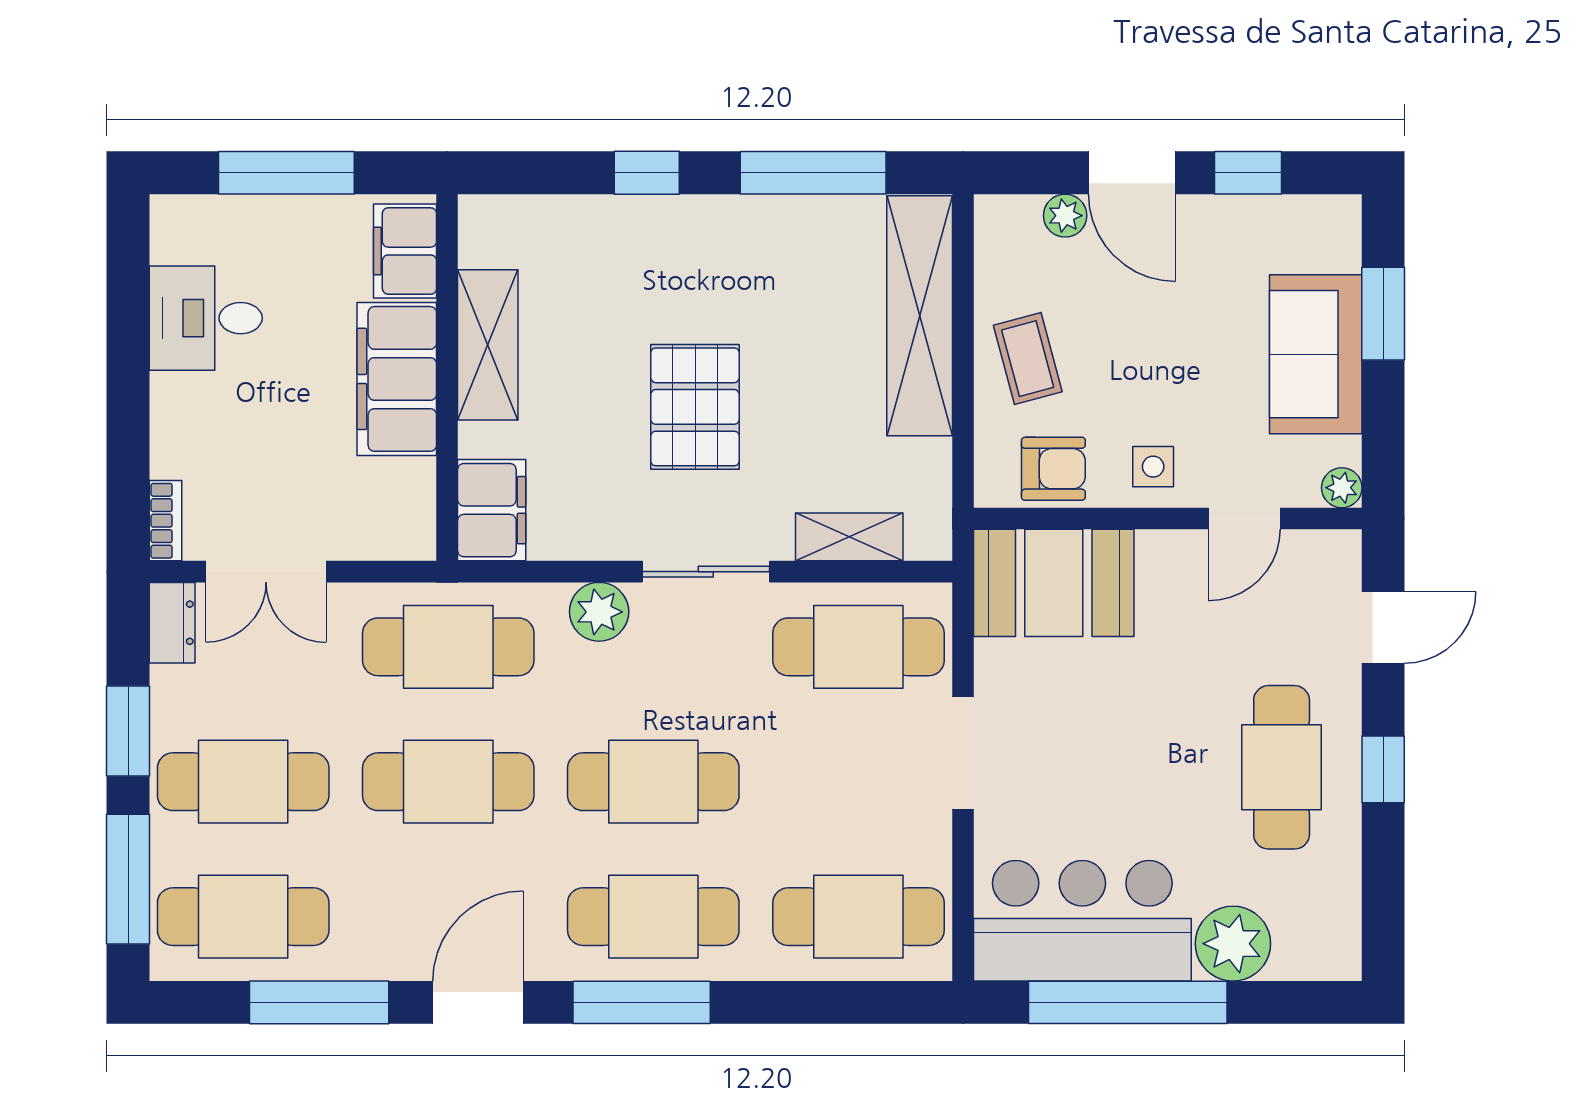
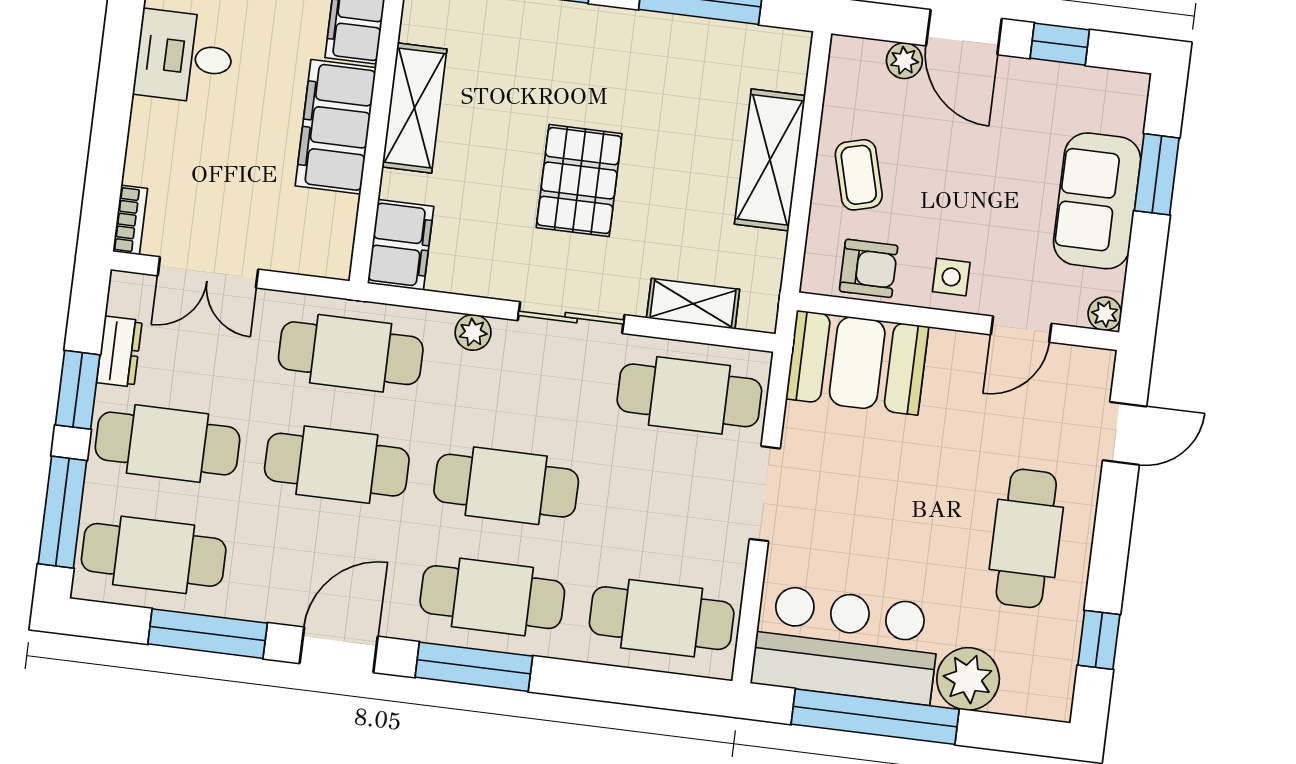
shelving: (920, 316) -> (770, 160), width x0.68
plant: (599, 612) -> (473, 332), width x0.73, depth x0.73
dresser: (172, 623) -> (119, 352), moved
window: (1383, 769) -> (1099, 640), moved

